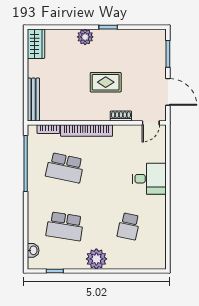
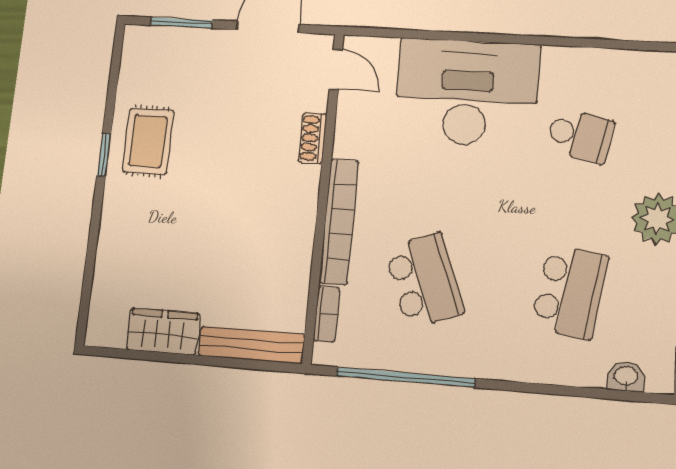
plant: (85, 37) -> (119, 210), removed
wardrobe: (36, 44) -> (163, 331), moved
rug: (106, 82) -> (148, 141), moved
school desk: (65, 168) -> (424, 281), turned -33
desk: (149, 179) -> (467, 92), width x1.87, depth x1.30

